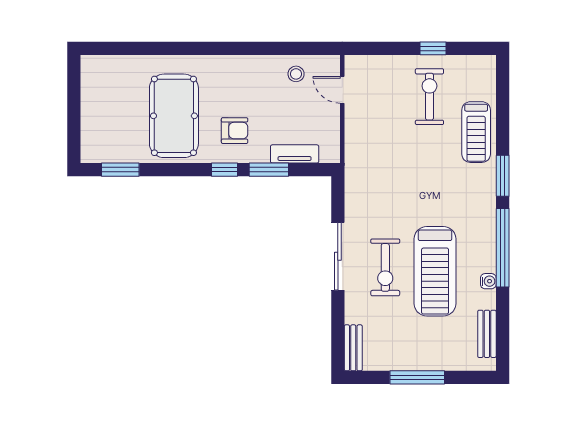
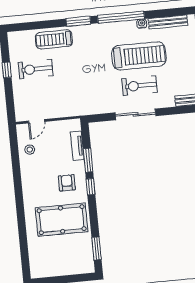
treadmill: (476, 132) -> (54, 39), turned 180
exercise bike: (385, 267) -> (139, 86), turned 180
bench: (487, 334) -> (168, 22), width x1.36

